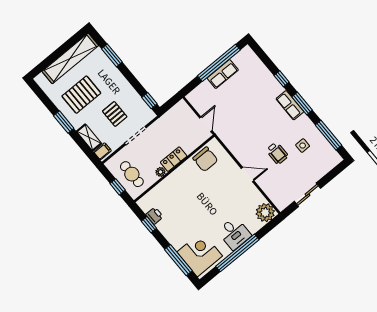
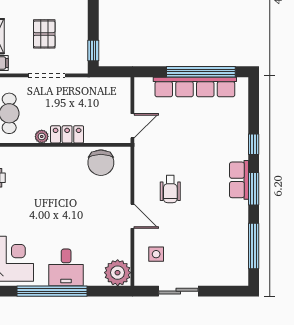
row of seats: (223, 74) -> (195, 87), width x2.02
side table: (303, 146) -> (156, 254), moved
wheelchair: (277, 153) -> (170, 189), moved

